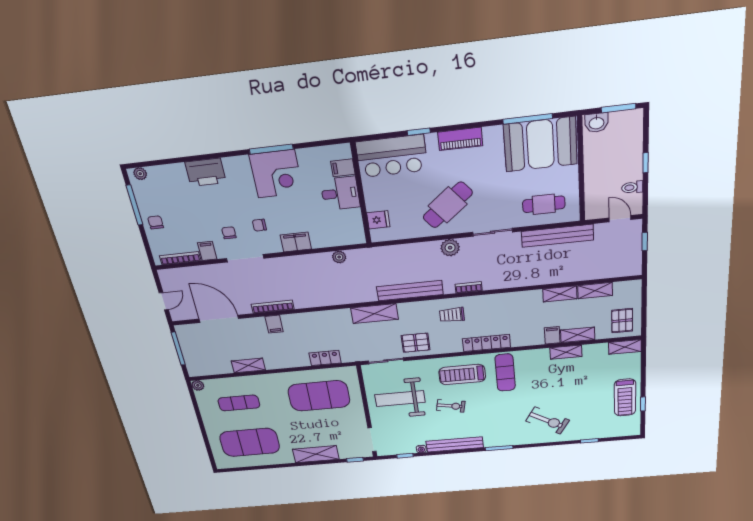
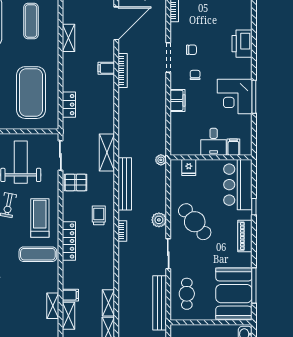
filing cabinet: (207, 251) -> (178, 29), removed
plant: (339, 257) -> (161, 160), moved
pallet: (415, 343) -> (76, 182), turned 90

